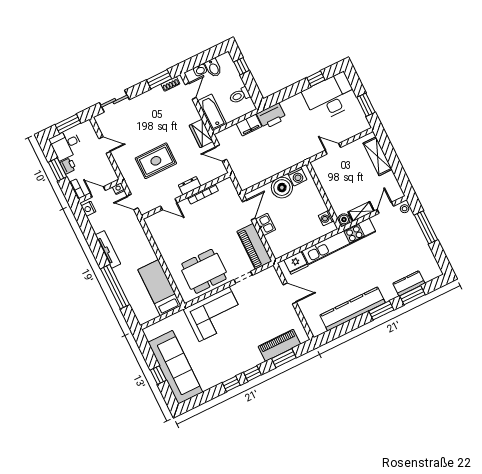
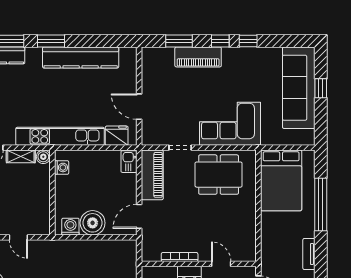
kitchen sink: (266, 224) -> (129, 162), moved
tv unit: (108, 249) -> (309, 254), width x0.71
bed: (159, 288) -> (281, 180), width x1.50
piano: (279, 345) -> (198, 57), moved

